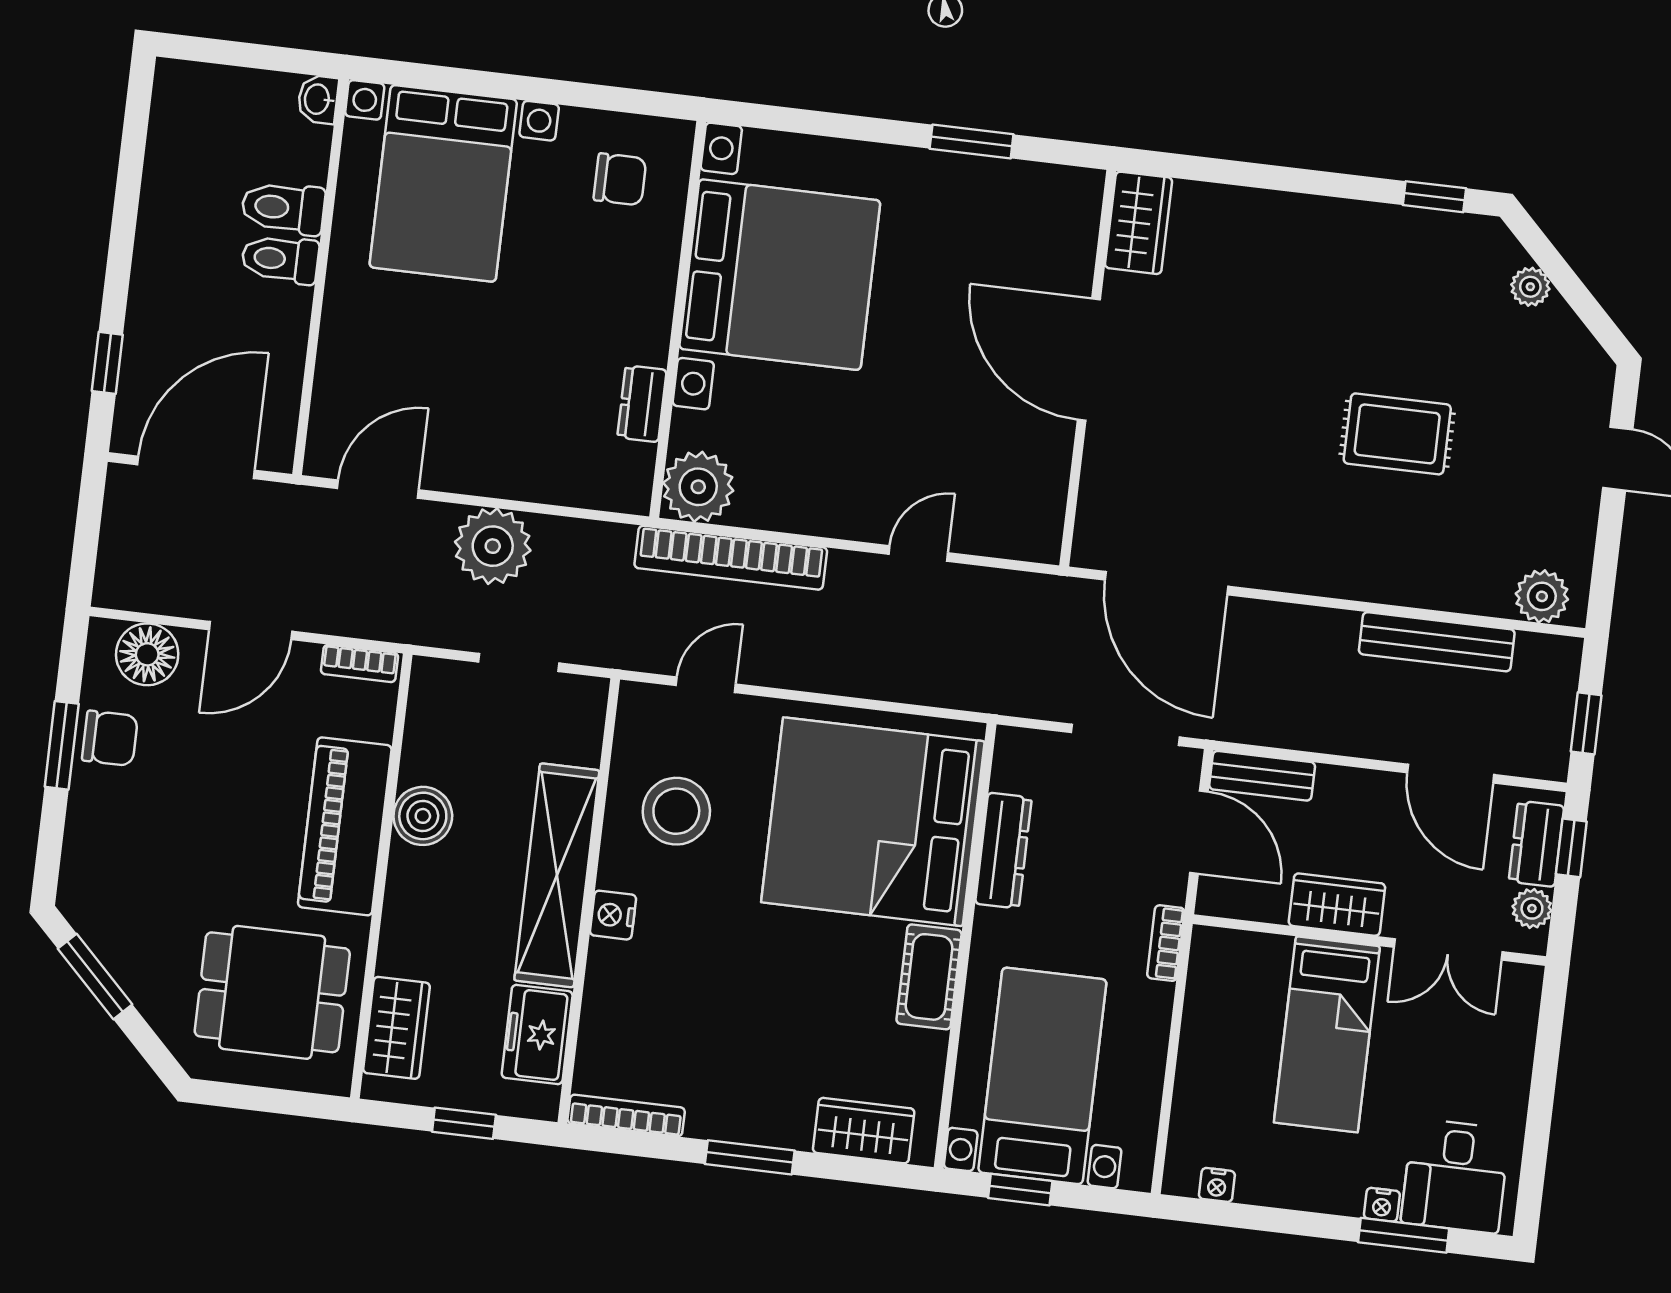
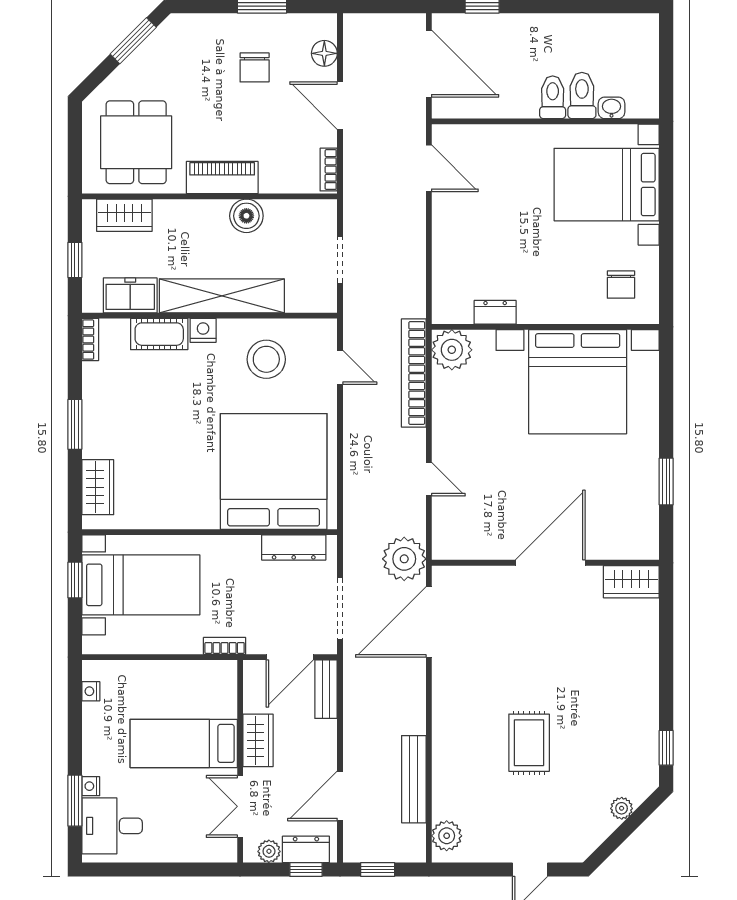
washbasin: (318, 99) -> (612, 108), moved
plant: (493, 546) -> (404, 559), moved
floor lamp: (147, 654) -> (324, 53), width x0.73, depth x0.73
chair: (110, 738) -> (255, 67), moved
piano: (345, 826) -> (222, 177), width x0.73, depth x0.75
dresser: (1003, 851) -> (294, 548), moved
cot: (929, 977) -> (159, 334), moved
bookcase: (626, 1116) -> (90, 340), width x0.64

